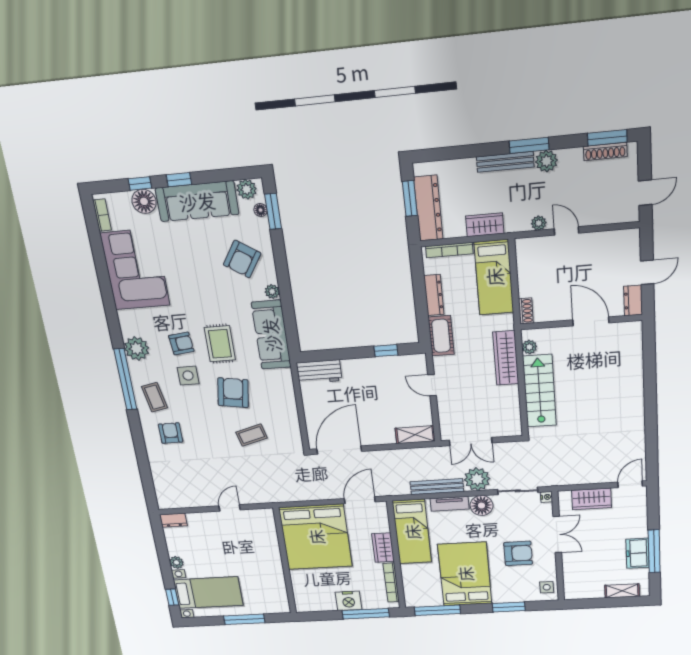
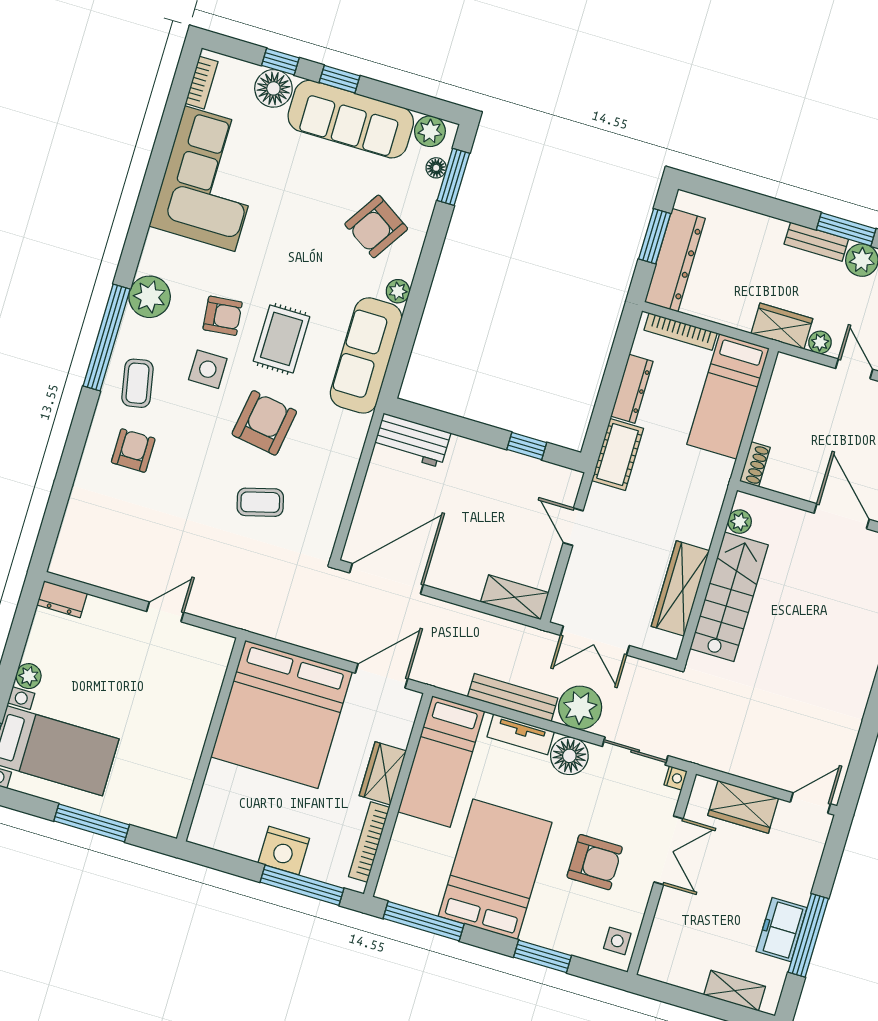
bench: (505, 162) -> (816, 242), width x0.73
wardrobe: (485, 225) -> (782, 326), moved
wardrobe: (506, 358) -> (680, 588), moved

